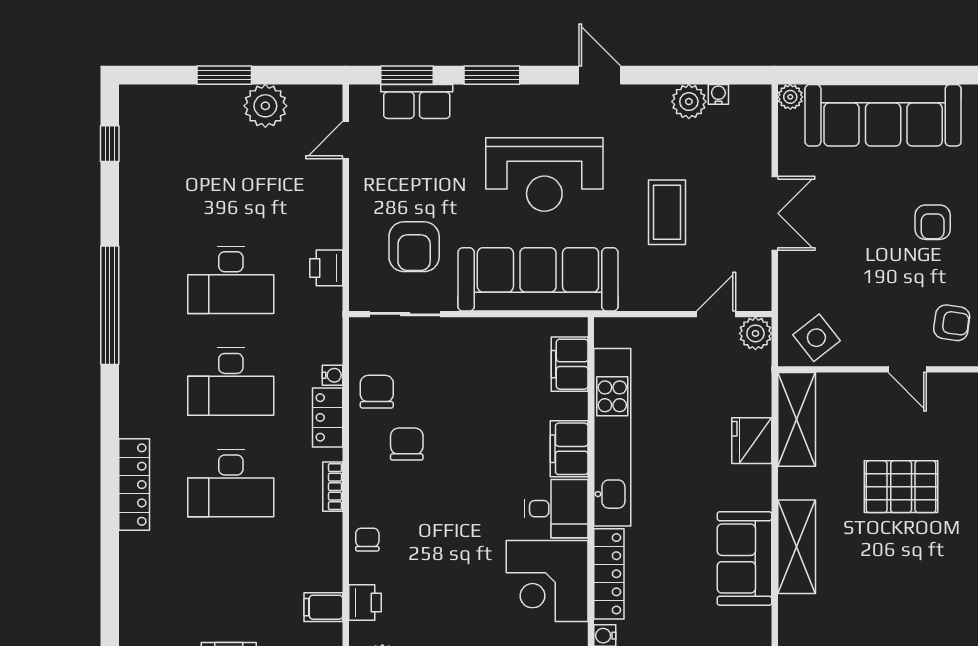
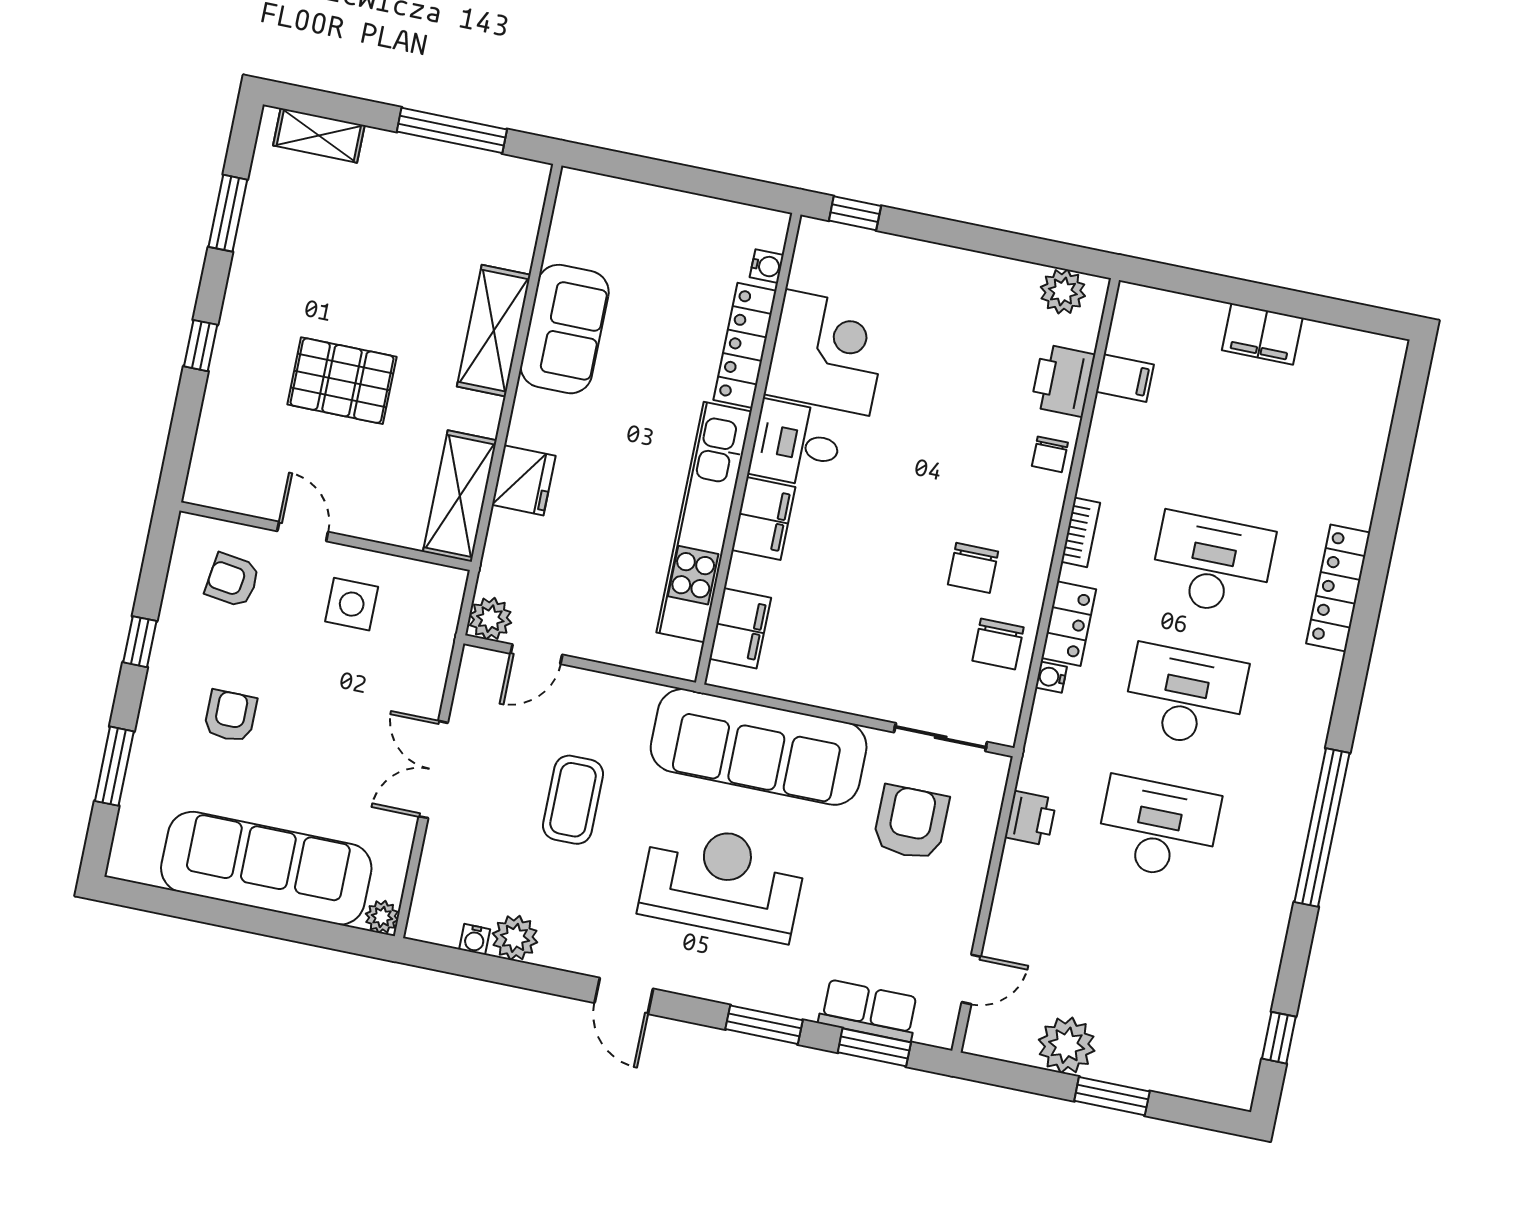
side table: (816, 338) -> (352, 604), moved, turned 38
printer: (365, 603) -> (1063, 380), width x1.36, depth x1.24

